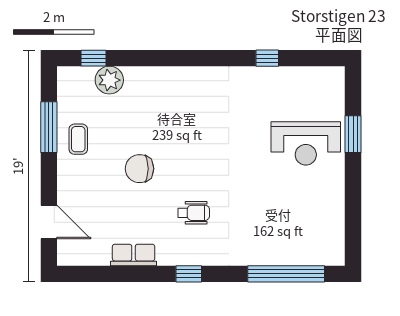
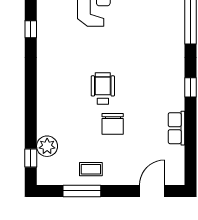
wheelchair: (194, 213) -> (103, 88), moved, width x1.36, depth x1.37

